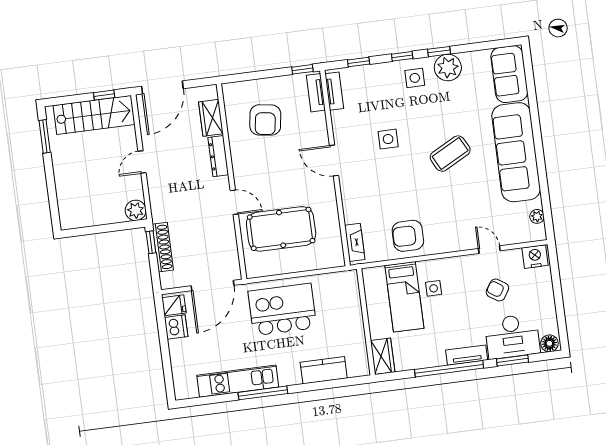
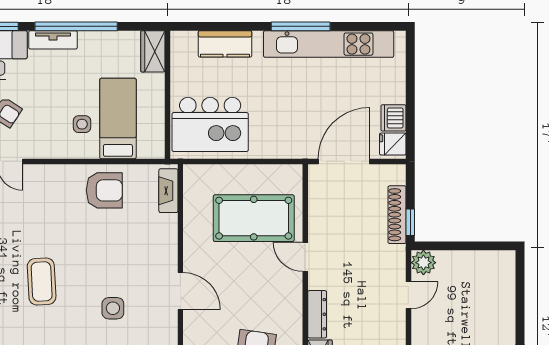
coffee table: (450, 154) -> (42, 281), turned -65
door: (142, 162) -> (408, 295), moved
kitchen island: (282, 310) -> (210, 124), moved
kitchen unit: (238, 381) -> (329, 44), width x1.36

